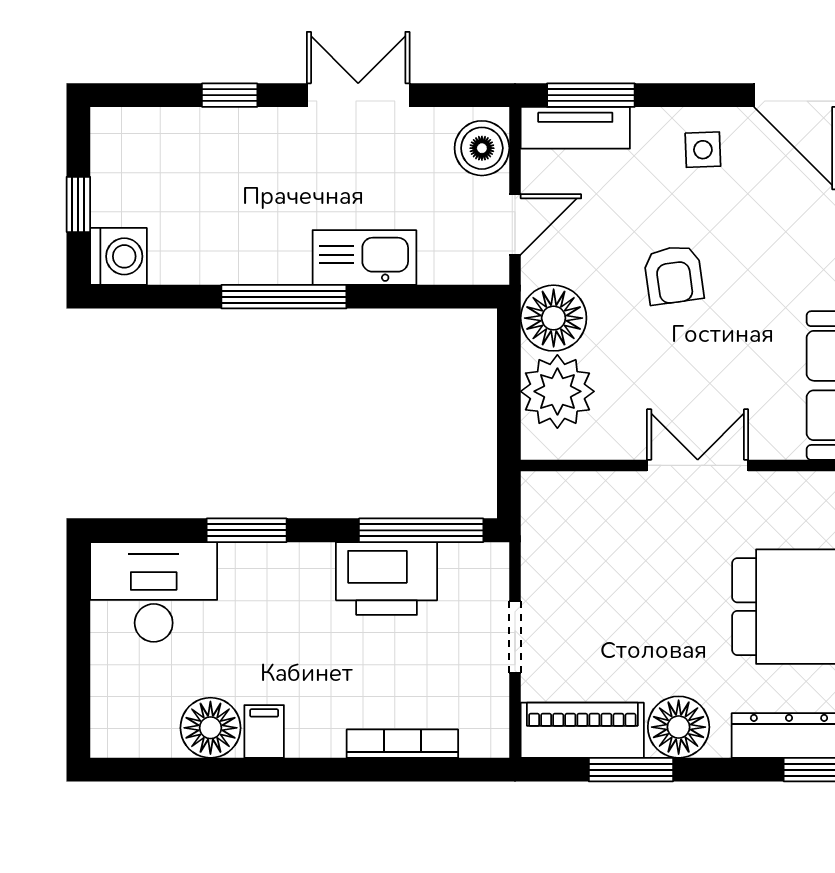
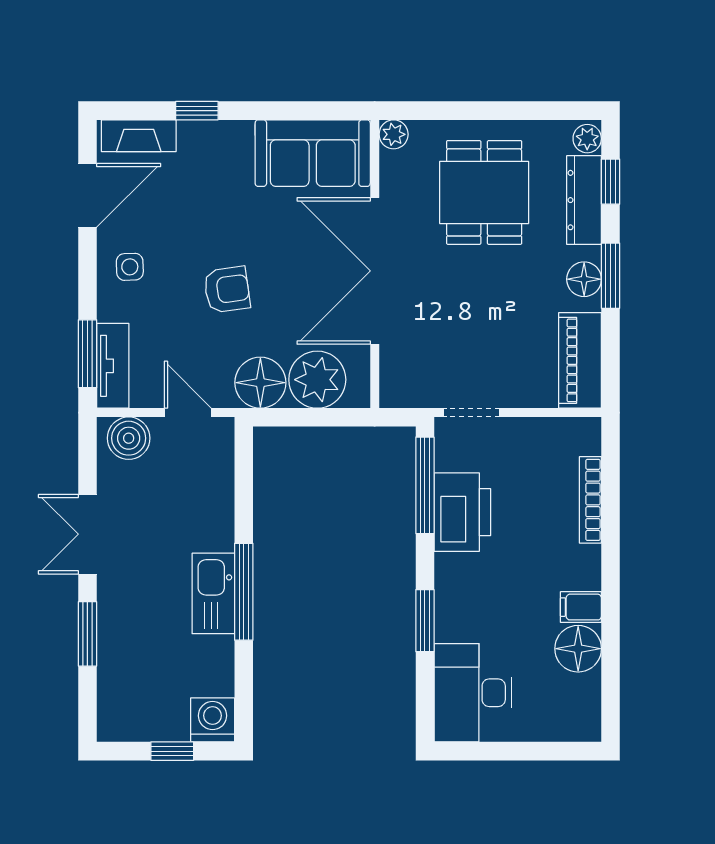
window: (230, 95) -> (87, 634), width x1.50
kitchen sink: (364, 257) -> (213, 593), moved
double door: (698, 465) -> (375, 271), width x1.87
doorway: (515, 637) -> (472, 413), moved
floor lamp: (679, 727) -> (584, 279), width x0.73, depth x0.73
window: (631, 770) -> (611, 276), moved

